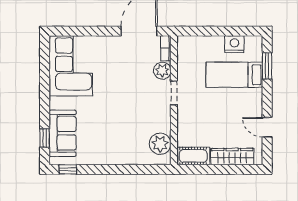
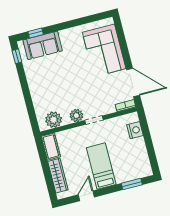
nightstand: (234, 44) -> (135, 130), moved
corner sofa: (71, 66) -> (104, 50), moved, turned 90
plant: (162, 71) -> (76, 116), moved
bed: (234, 75) -> (101, 166), moved

